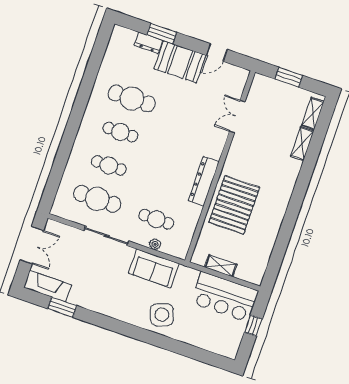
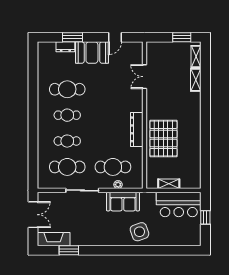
window: (289, 77) -> (182, 37), moved
cafe table: (156, 219) -> (113, 167), width x1.37, depth x1.35

